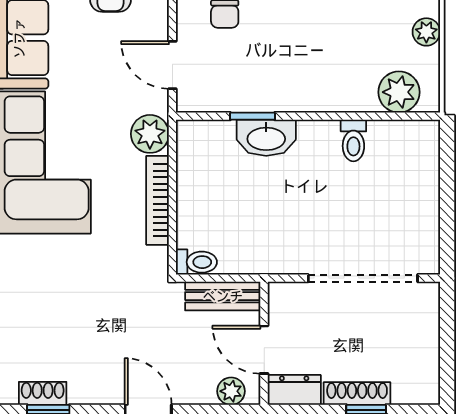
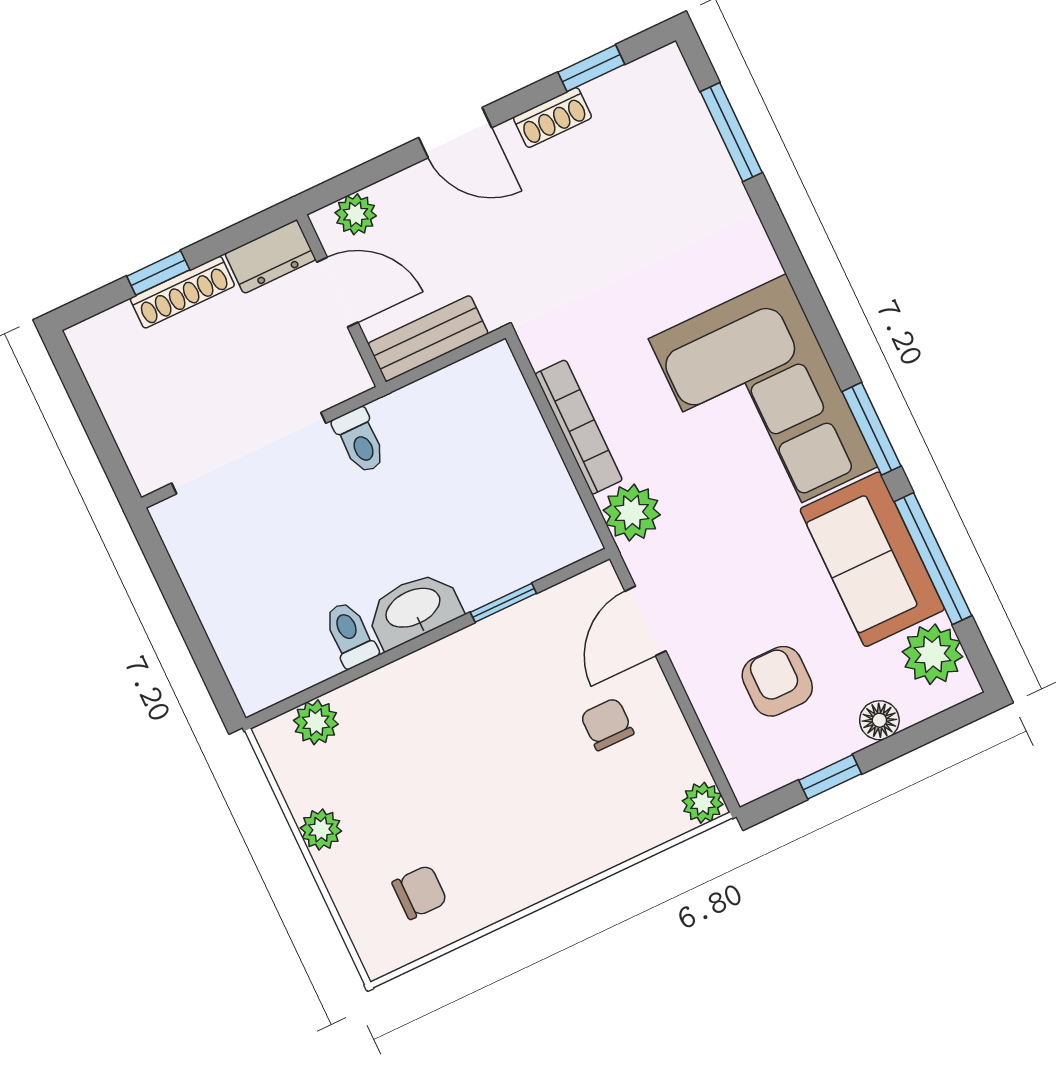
door: (172, 65) -> (645, 621), swing flipped
plant: (399, 92) -> (316, 722), width x0.73, depth x0.73
washbasin: (266, 138) -> (414, 609), moved
toilet: (196, 262) -> (360, 441), moved, turned -90
shoe rack: (43, 393) -> (552, 118), moved

